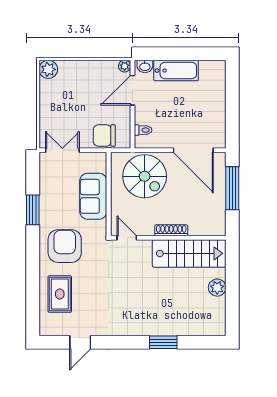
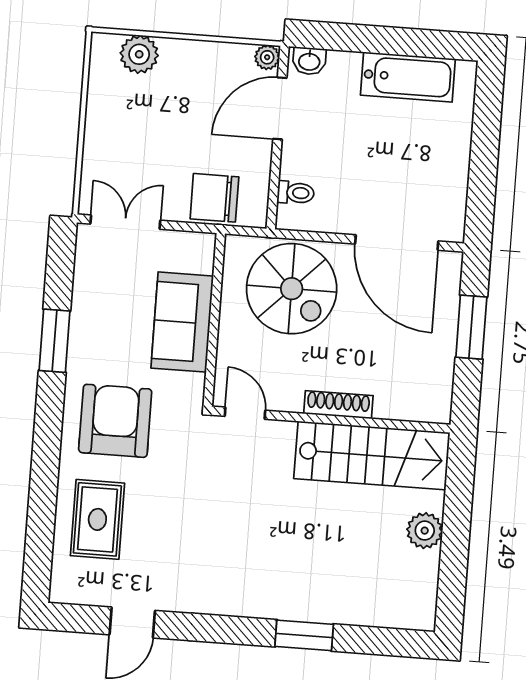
plant: (48, 69) -> (139, 54), moved
bathtub: (176, 71) -> (408, 77), moved
window: (232, 188) -> (471, 327), width x0.69

